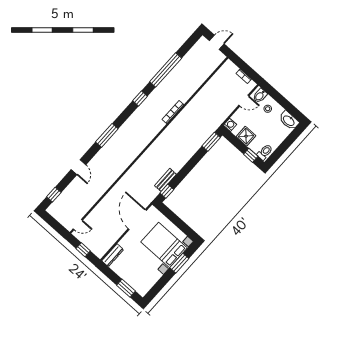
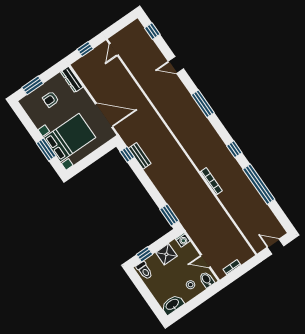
door: (217, 42) -> (275, 247), swing flipped
door: (244, 101) -> (205, 261), hinge flipped
armchair: (134, 270) -> (51, 99), added

